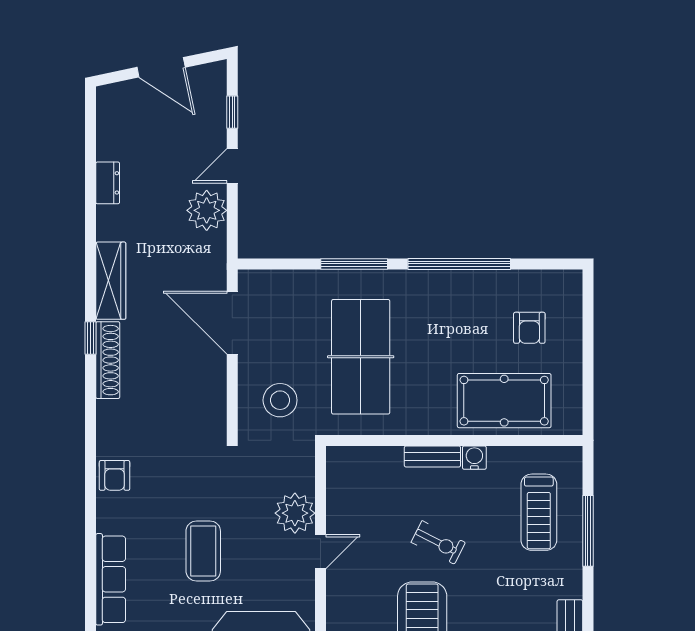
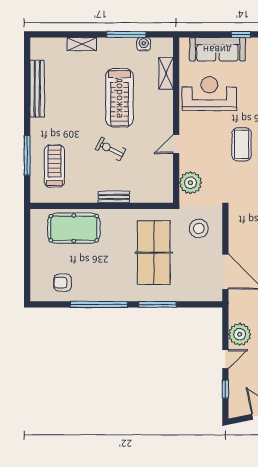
armchair: (529, 328) -> (63, 283), moved, turned -90
water cooler: (474, 458) -> (90, 196), removed
plant: (295, 513) -> (190, 183), moved

